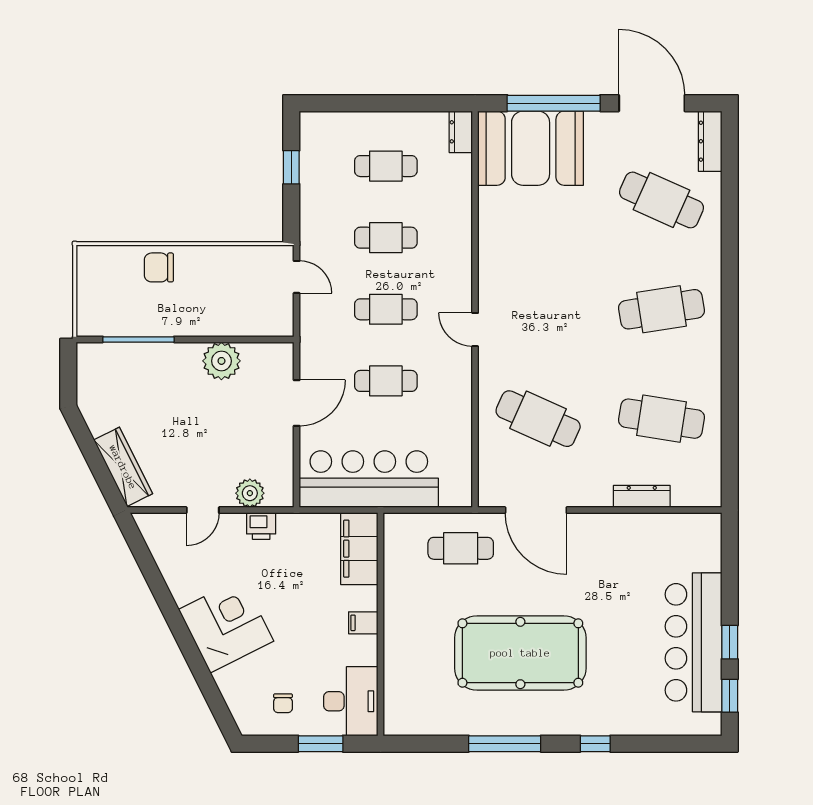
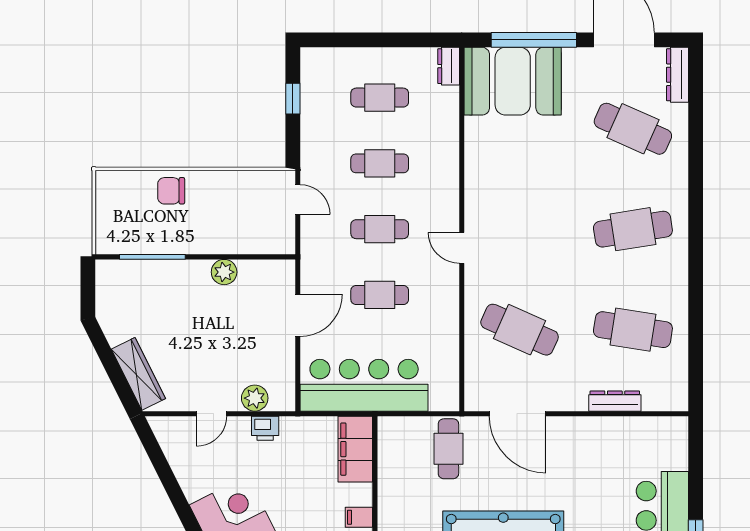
plant: (221, 361) -> (224, 272), width x0.73, depth x0.73
cafe table: (461, 548) -> (448, 449), turned 90

